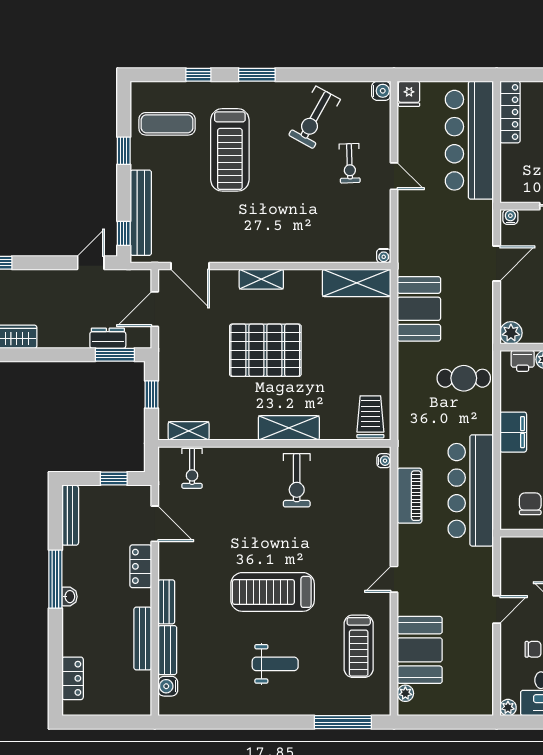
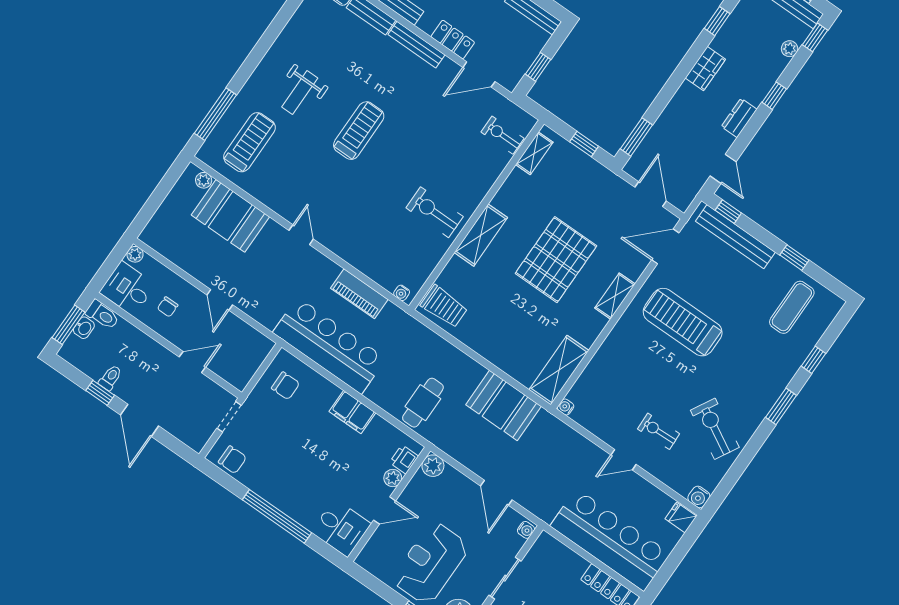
treadmill: (230, 150) -> (683, 322), moved
dresser: (108, 338) -> (739, 118), moved, turned 180
treadmill: (273, 592) -> (359, 131), width x0.73, depth x0.73
bench: (166, 602) -> (416, 45), width x1.36
treadmill: (359, 646) -> (249, 142), moved, turned 90

